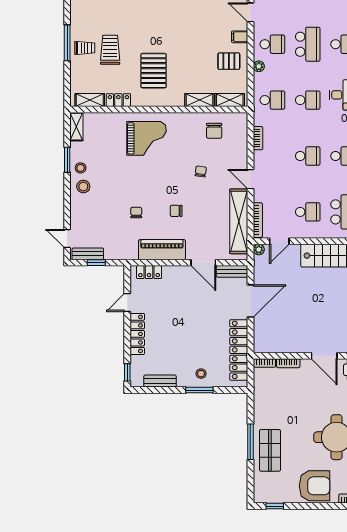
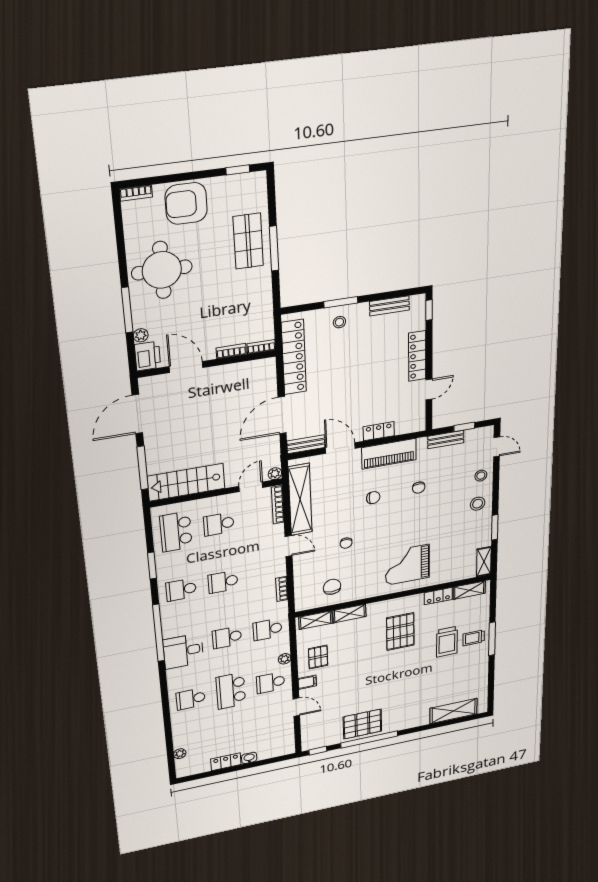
pallet: (229, 61) -> (318, 657), turned 90
stool: (81, 168) -> (481, 476), moved
bench: (88, 254) -> (446, 439), moved
locker: (149, 272) -> (379, 431), moved

